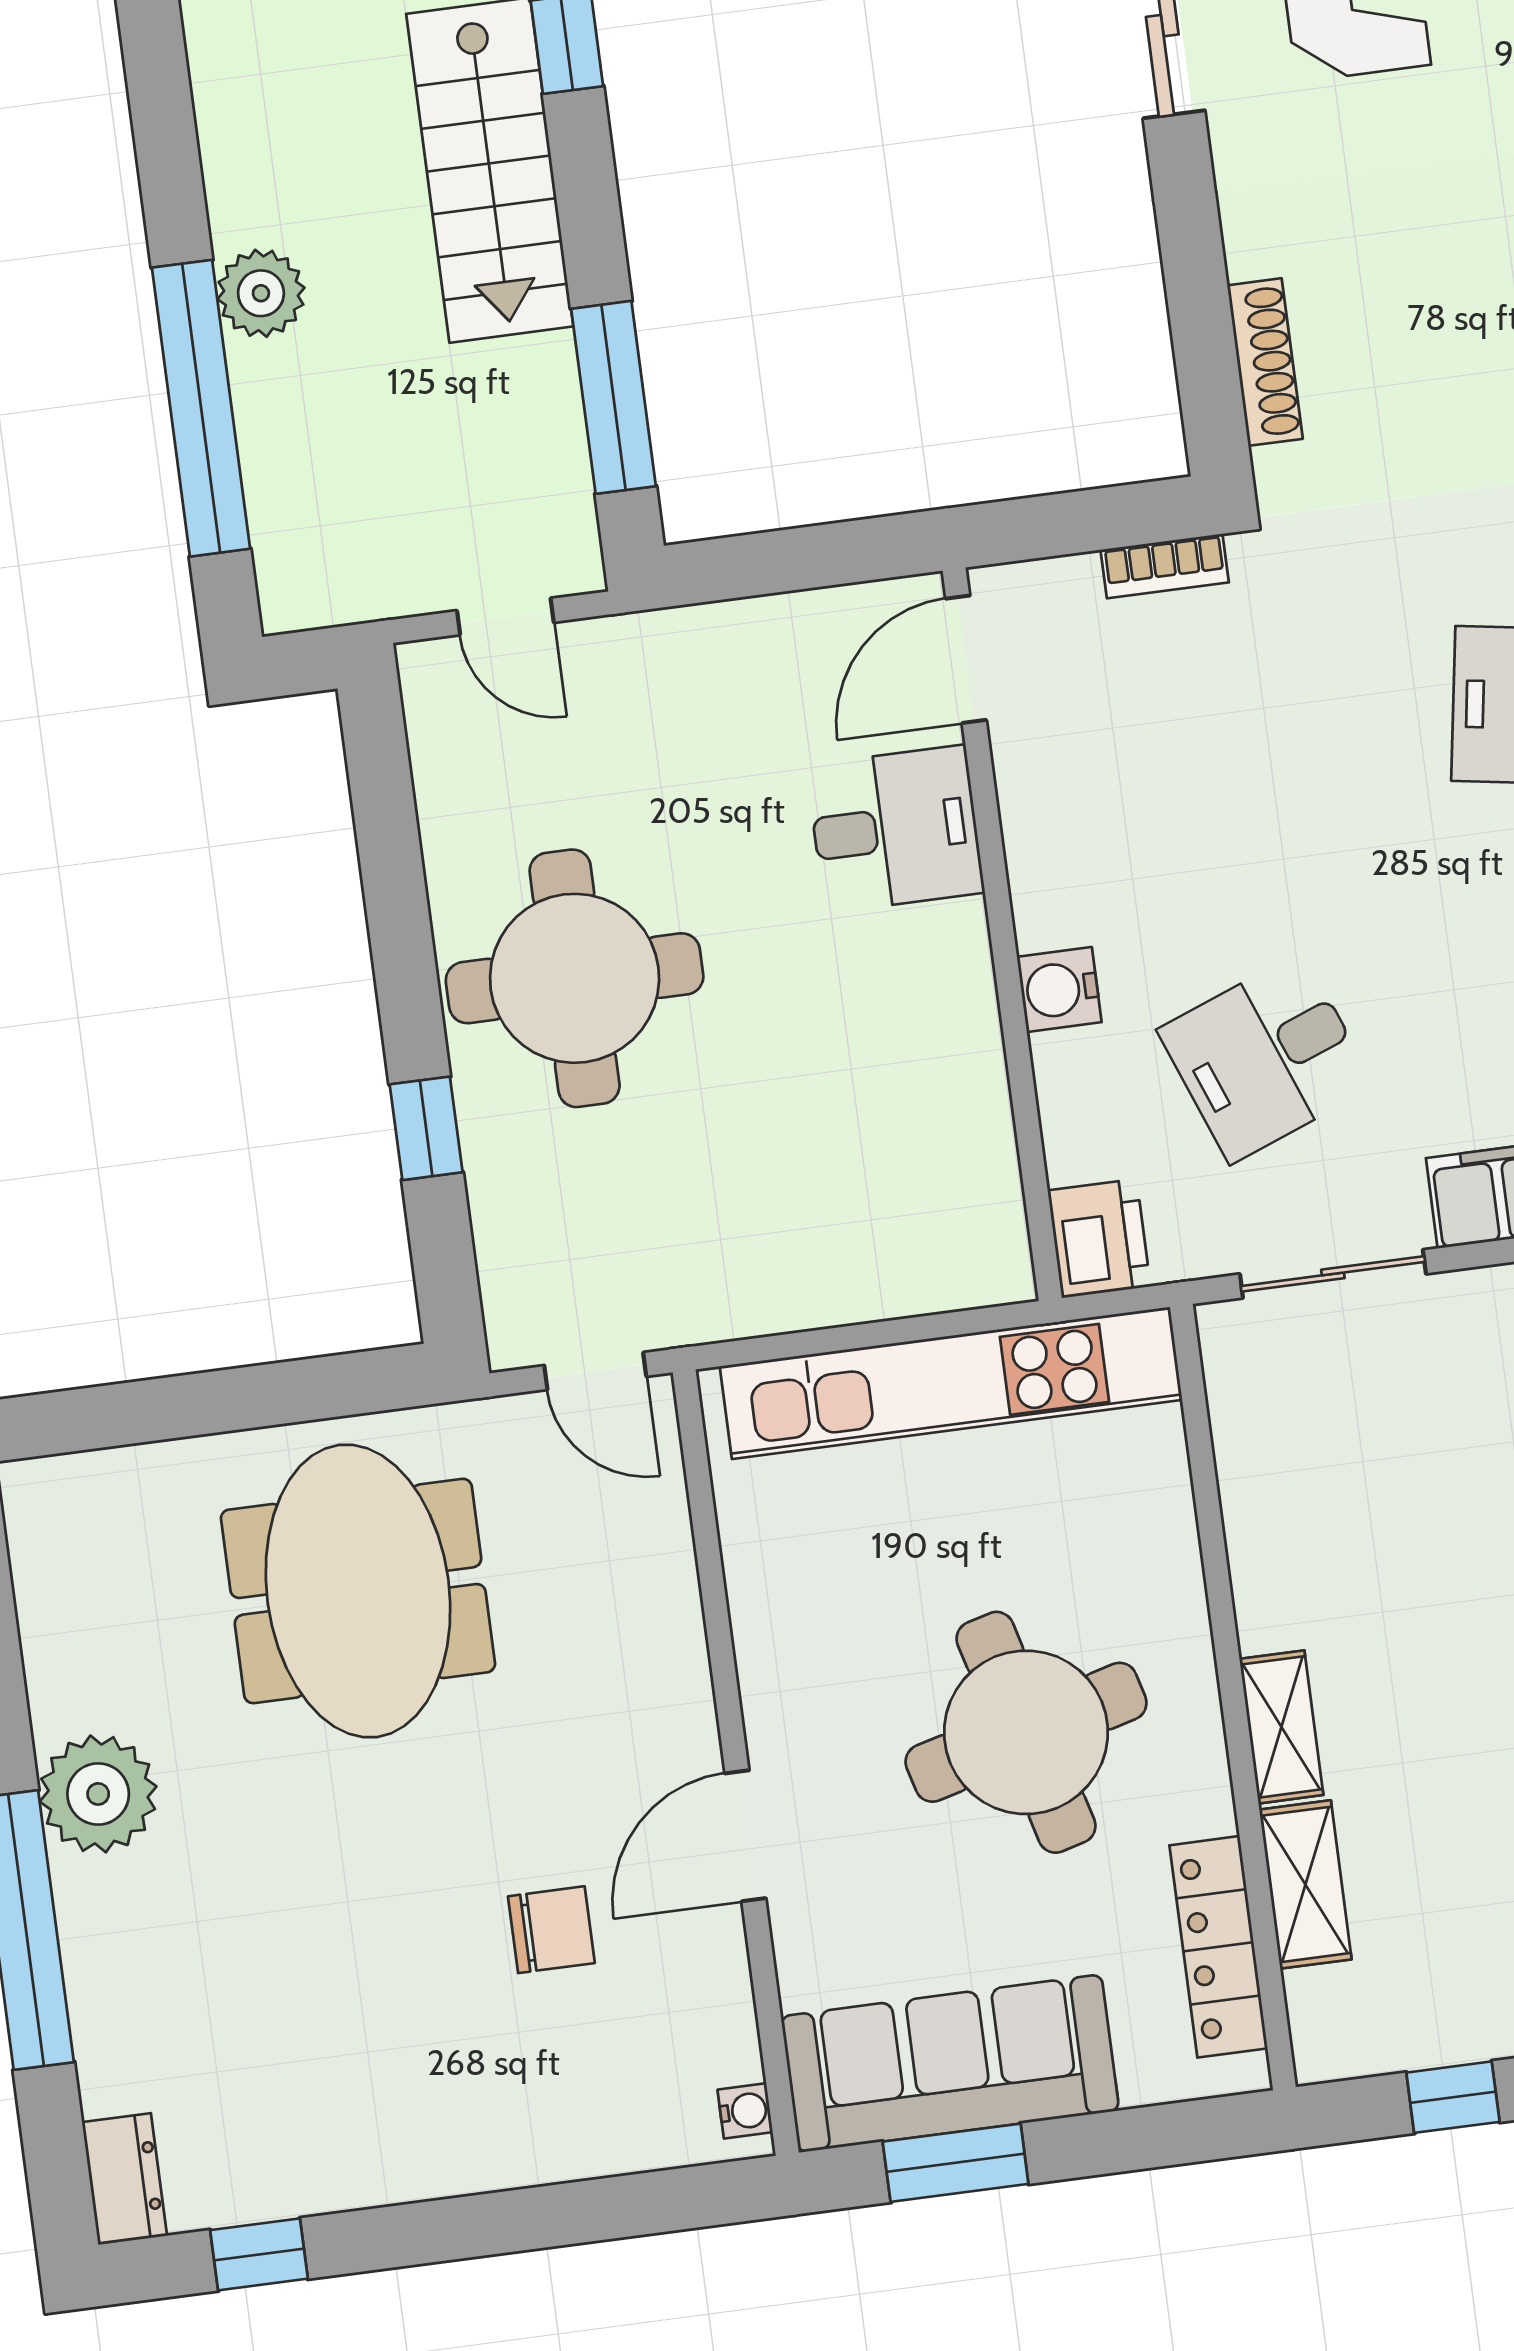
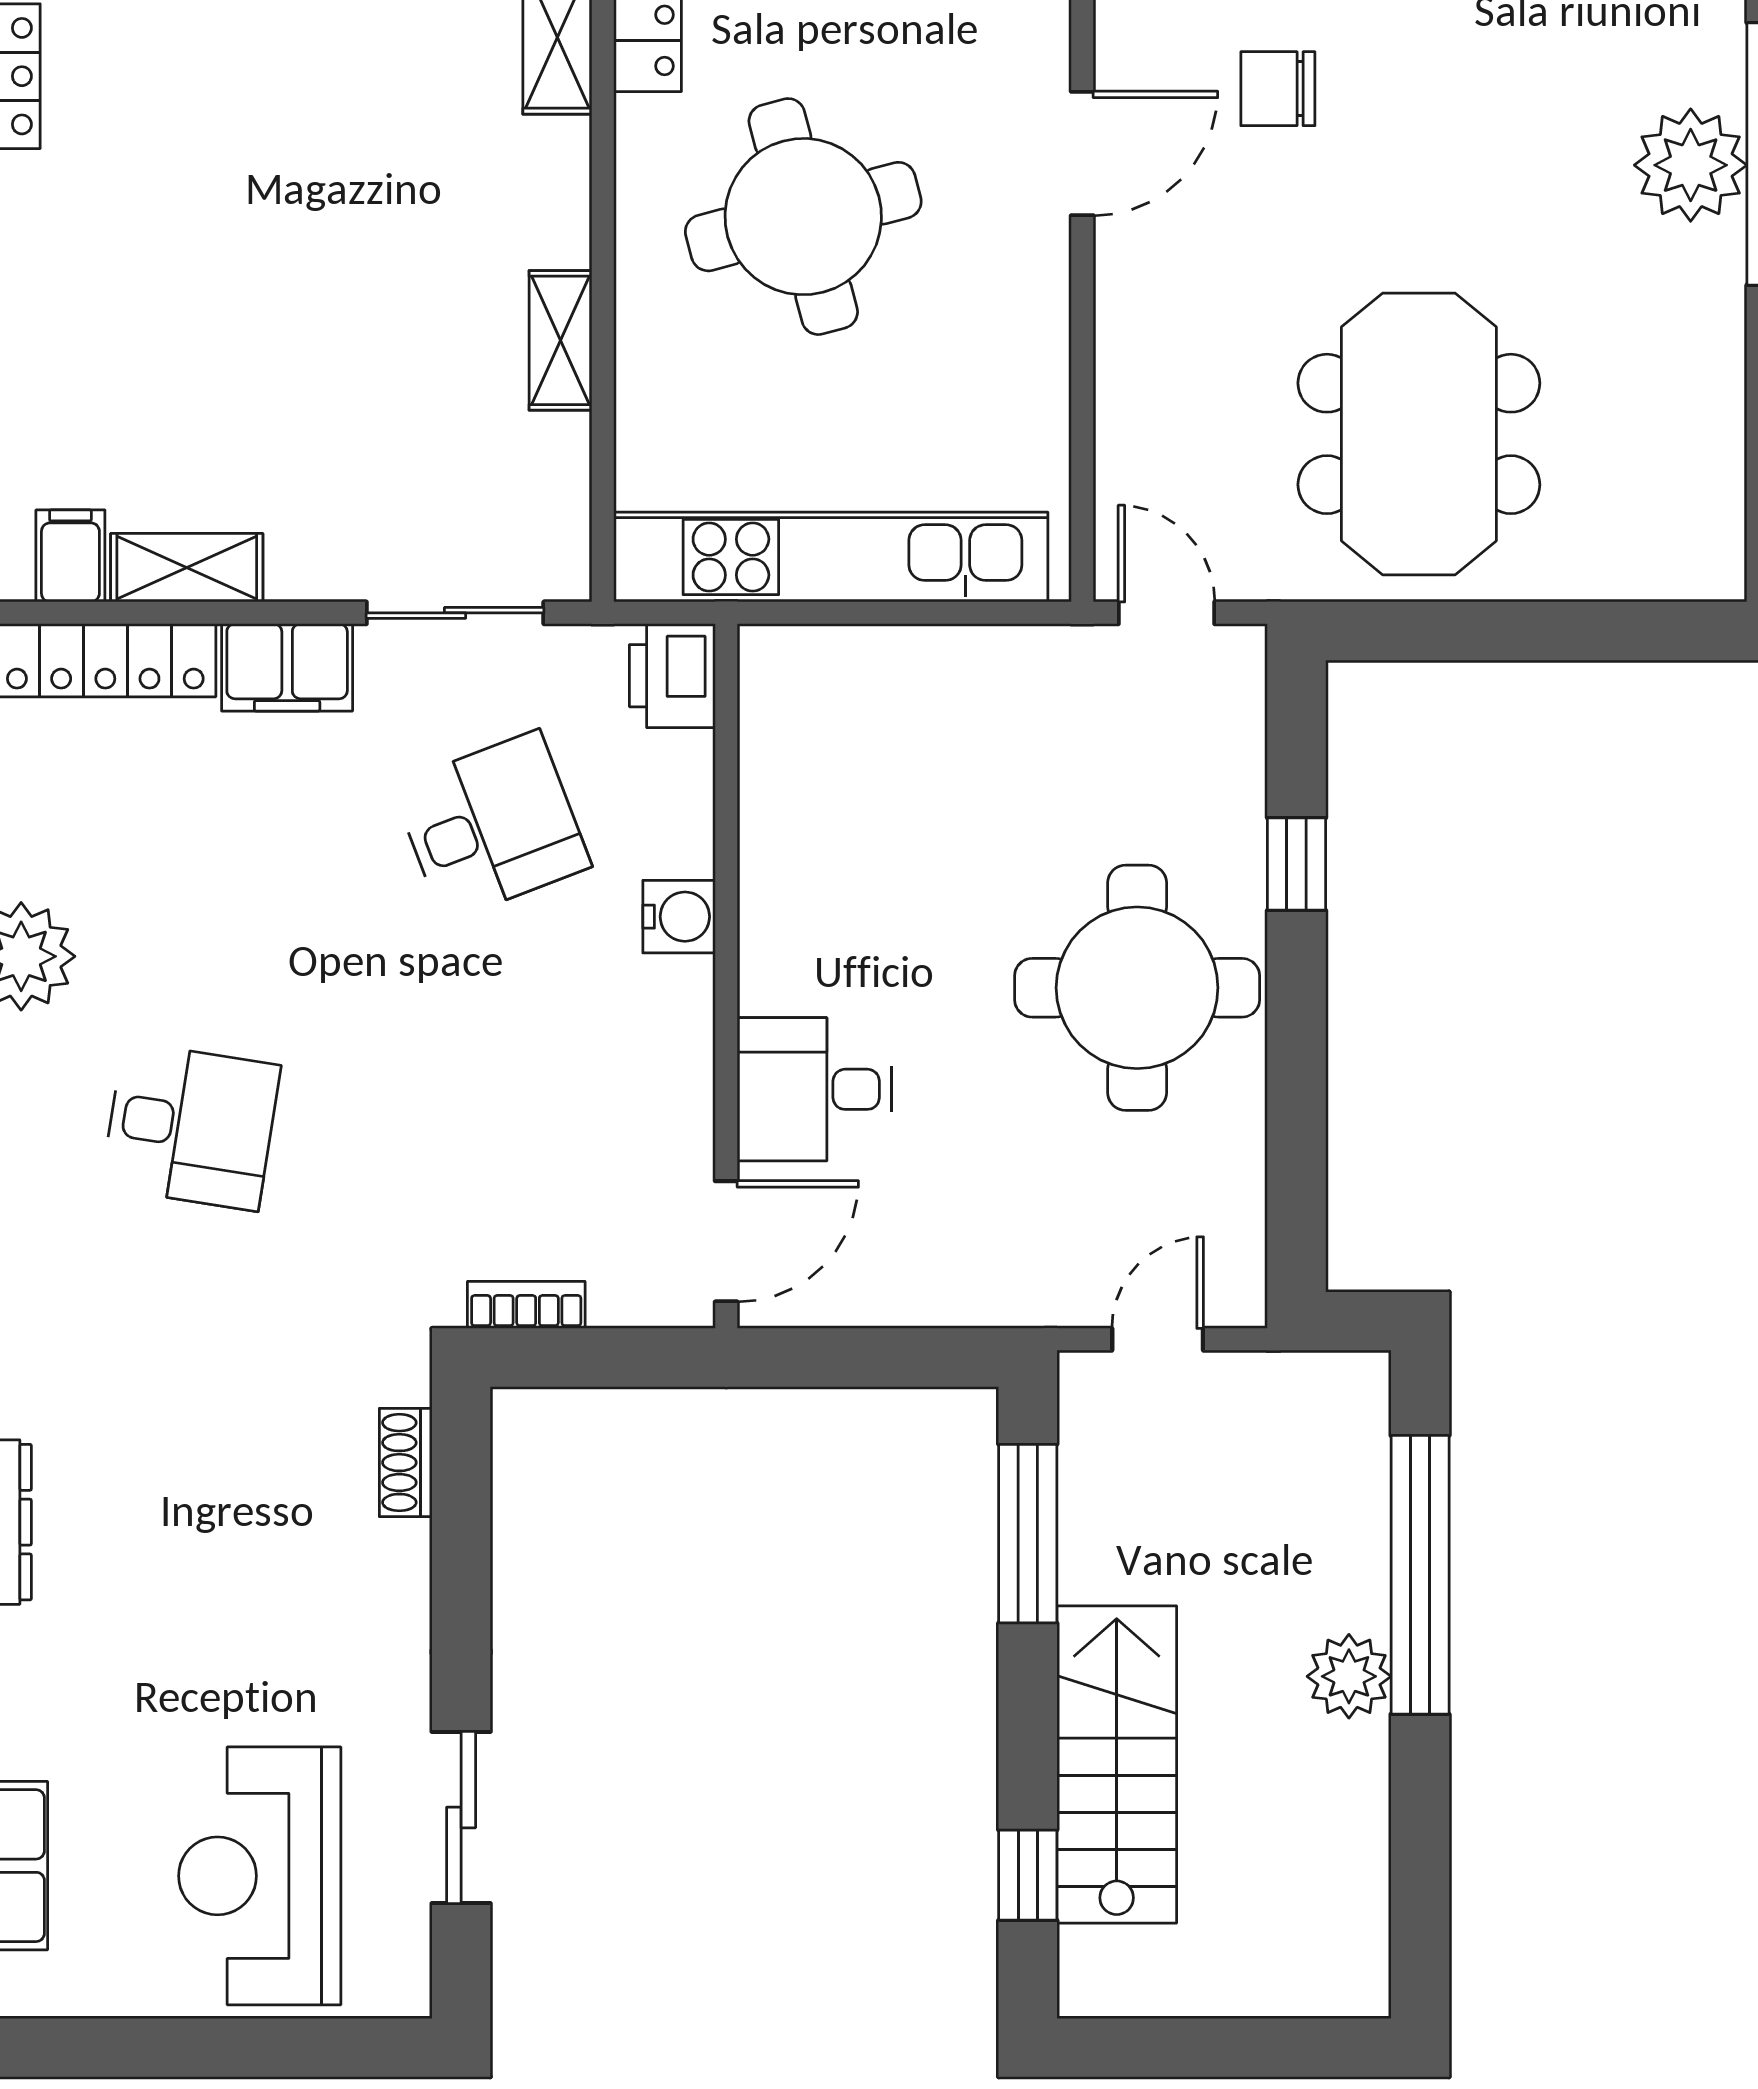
shoe rack: (1265, 362) -> (406, 1463), width x0.70
door: (505, 617) -> (1158, 1339), hinge flipped
shelving: (1281, 1727) -> (560, 340), moved
plant: (98, 1794) -> (1691, 165), moved

